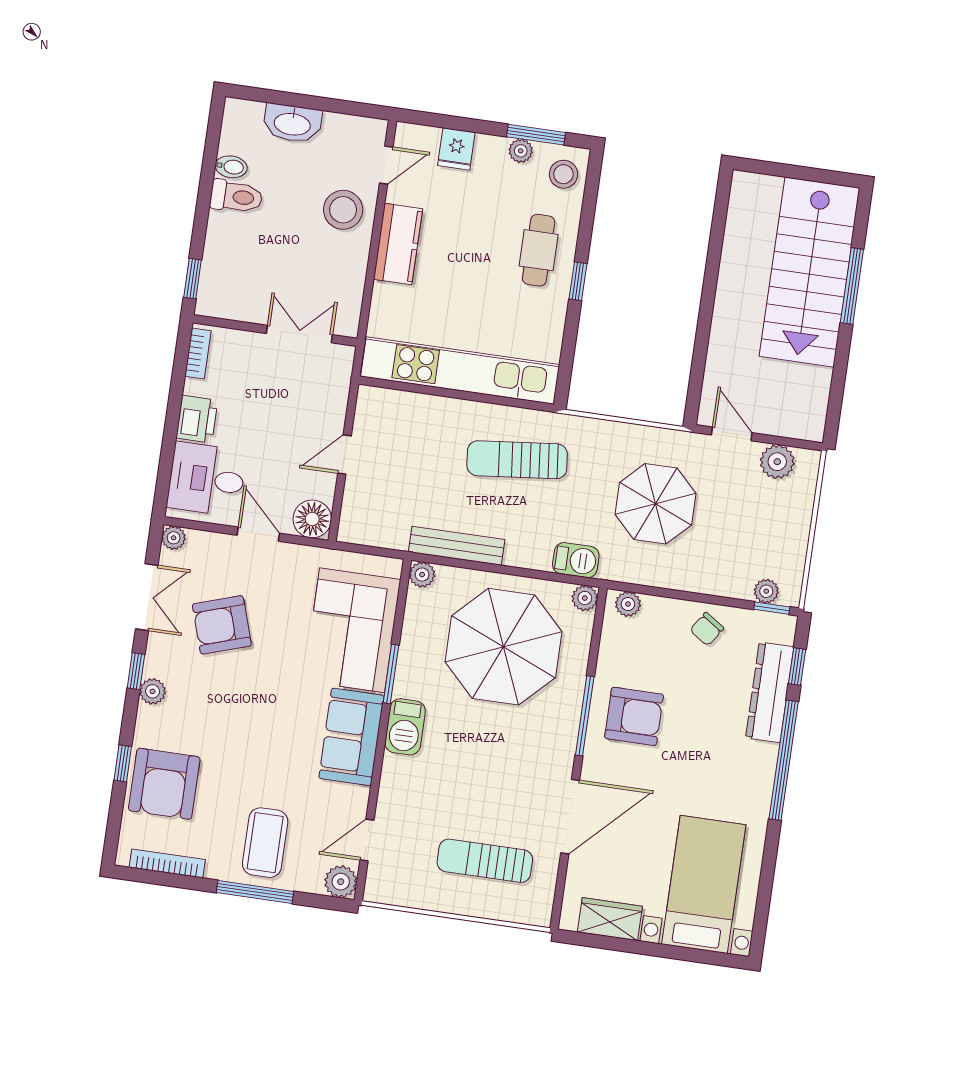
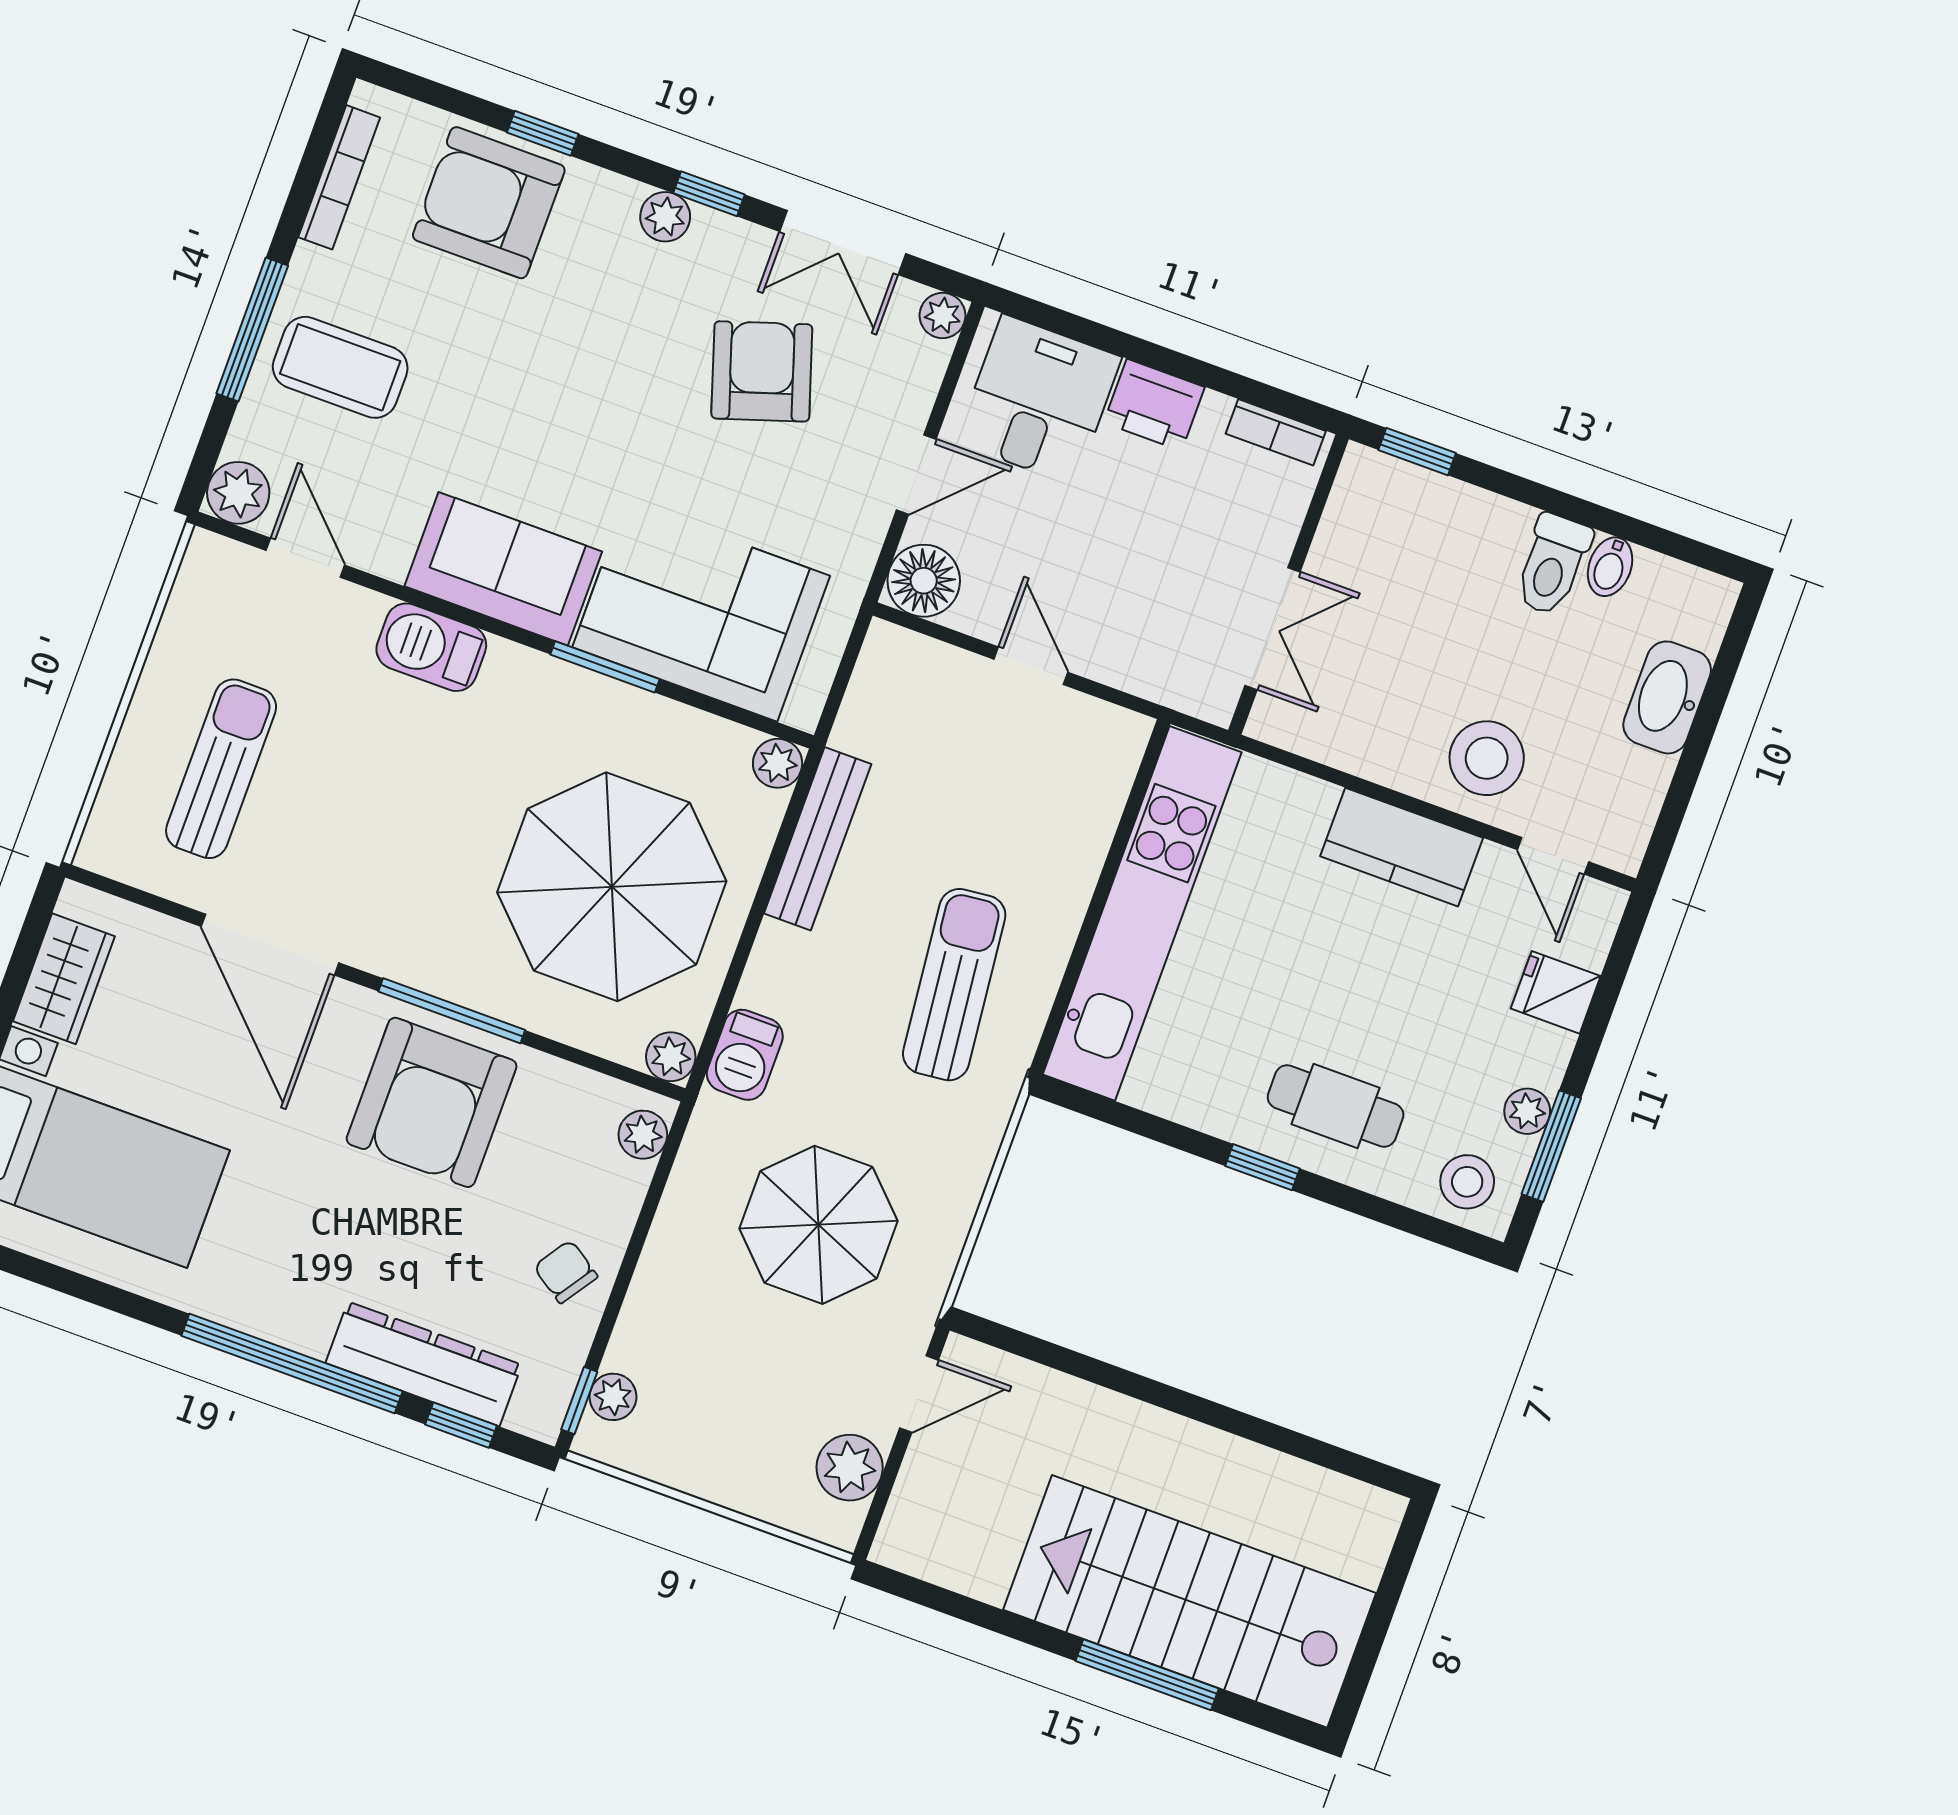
armchair: (634, 716) -> (432, 1102), width x1.36, depth x1.36
barbecue: (405, 727) -> (431, 647), moved

